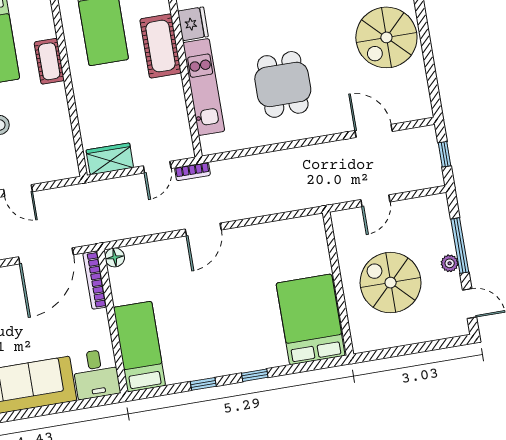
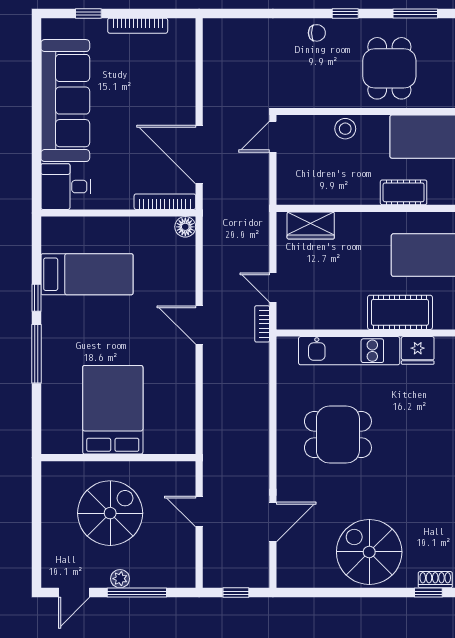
wardrobe: (110, 159) -> (311, 225), moved, turned 90
bed: (311, 319) -> (113, 410), moved, turned -90
bed: (139, 347) -> (87, 274), moved
window: (255, 375) -> (36, 354), width x2.17

